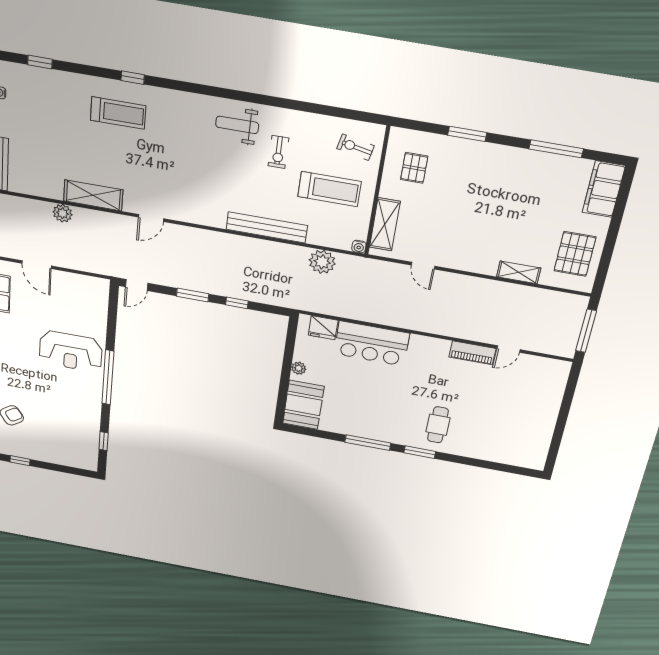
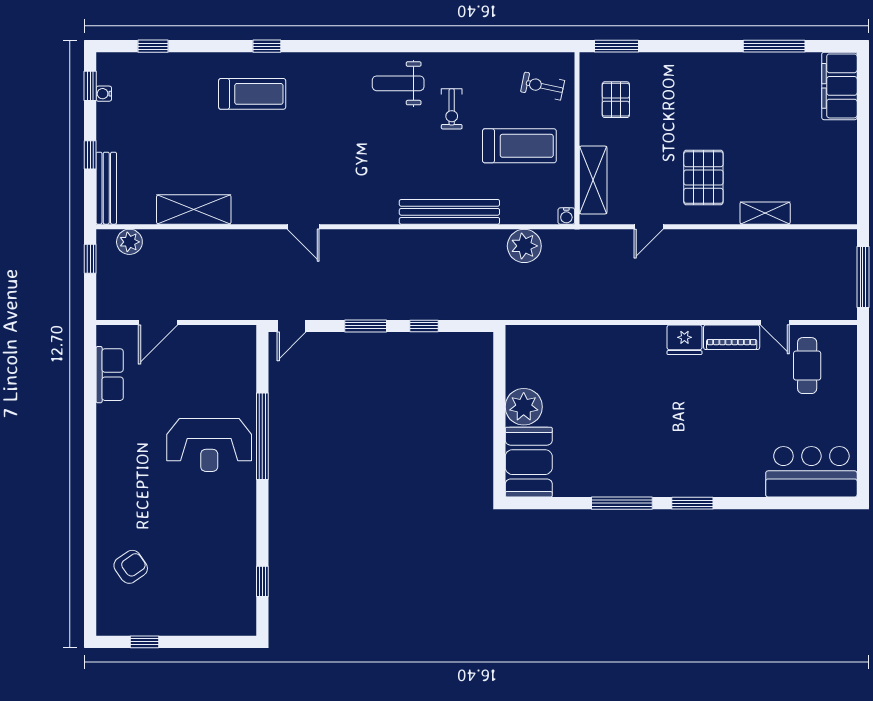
window: (467, 134) -> (617, 46), moved
shelving: (93, 195) -> (194, 209), moved
plant: (63, 213) -> (129, 242), moved
door: (151, 218) -> (303, 227), hinge flipped
pallet: (575, 254) -> (703, 178), moved
door: (37, 265) -> (158, 322), hinge flipped
door: (423, 266) -> (649, 227), hinge flipped
fridge: (323, 328) -> (684, 340), moved
bar counter: (372, 344) -> (811, 472), moved, turned 180
door: (509, 349) -> (775, 322), hinge flipped
plant: (299, 368) -> (524, 407), width x1.88, depth x1.88
window: (108, 377) -> (262, 436), moved
cafe table: (438, 425) -> (807, 366), moved

